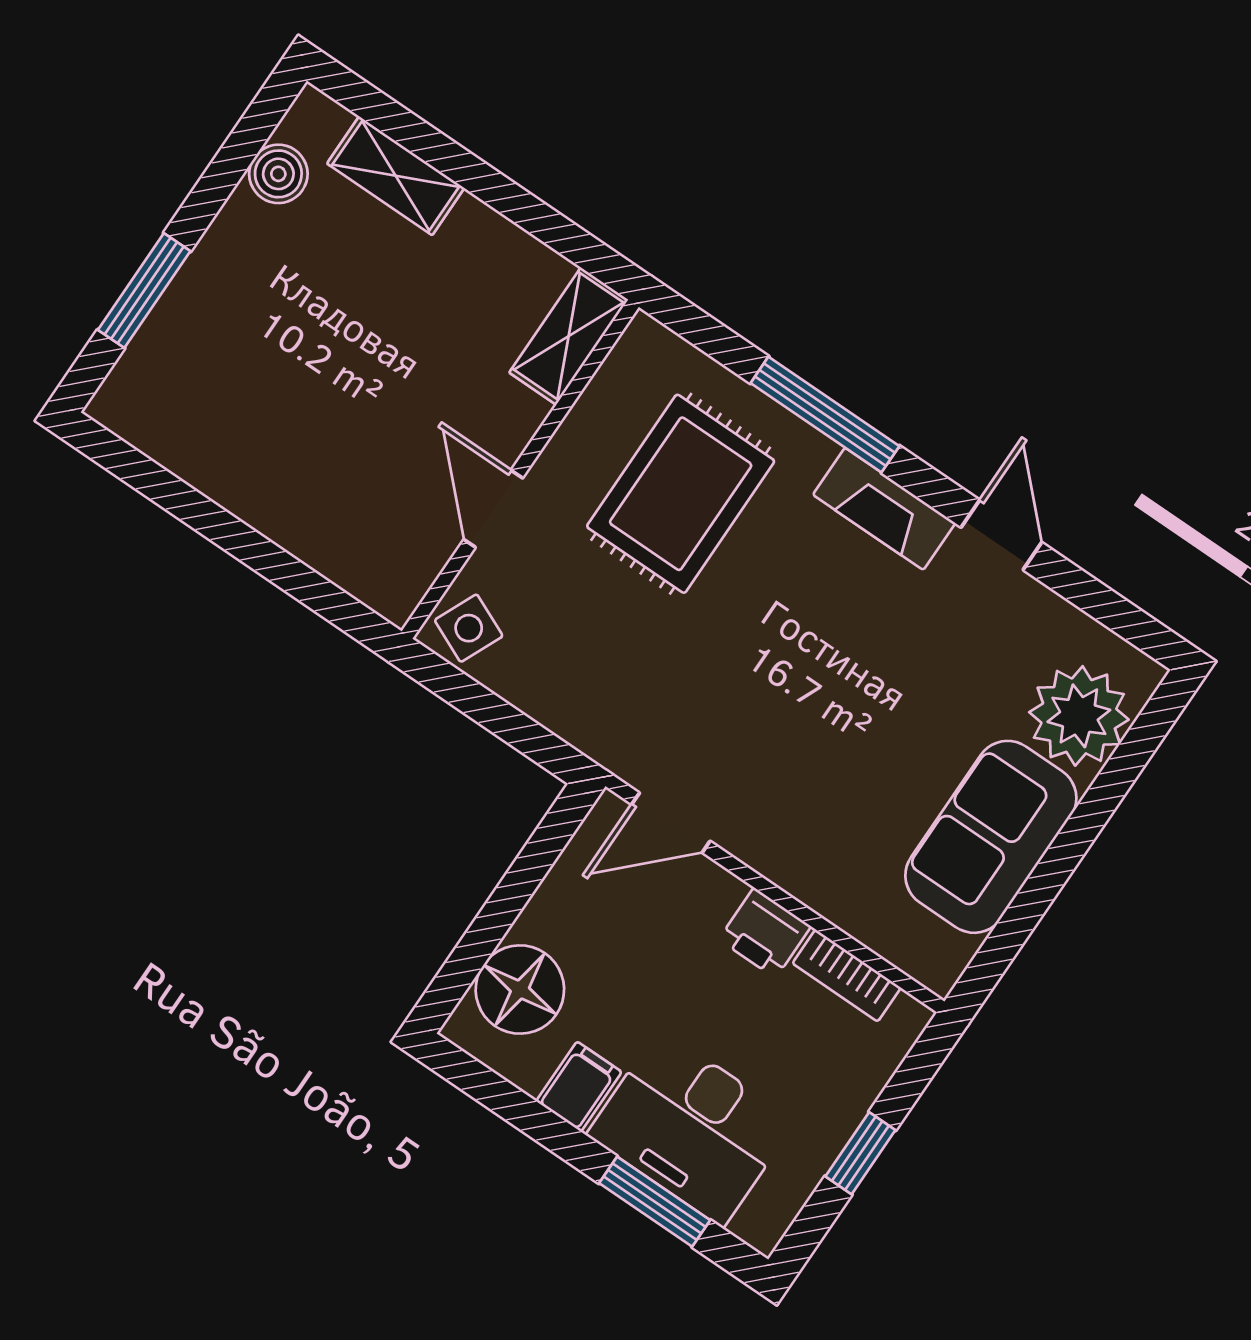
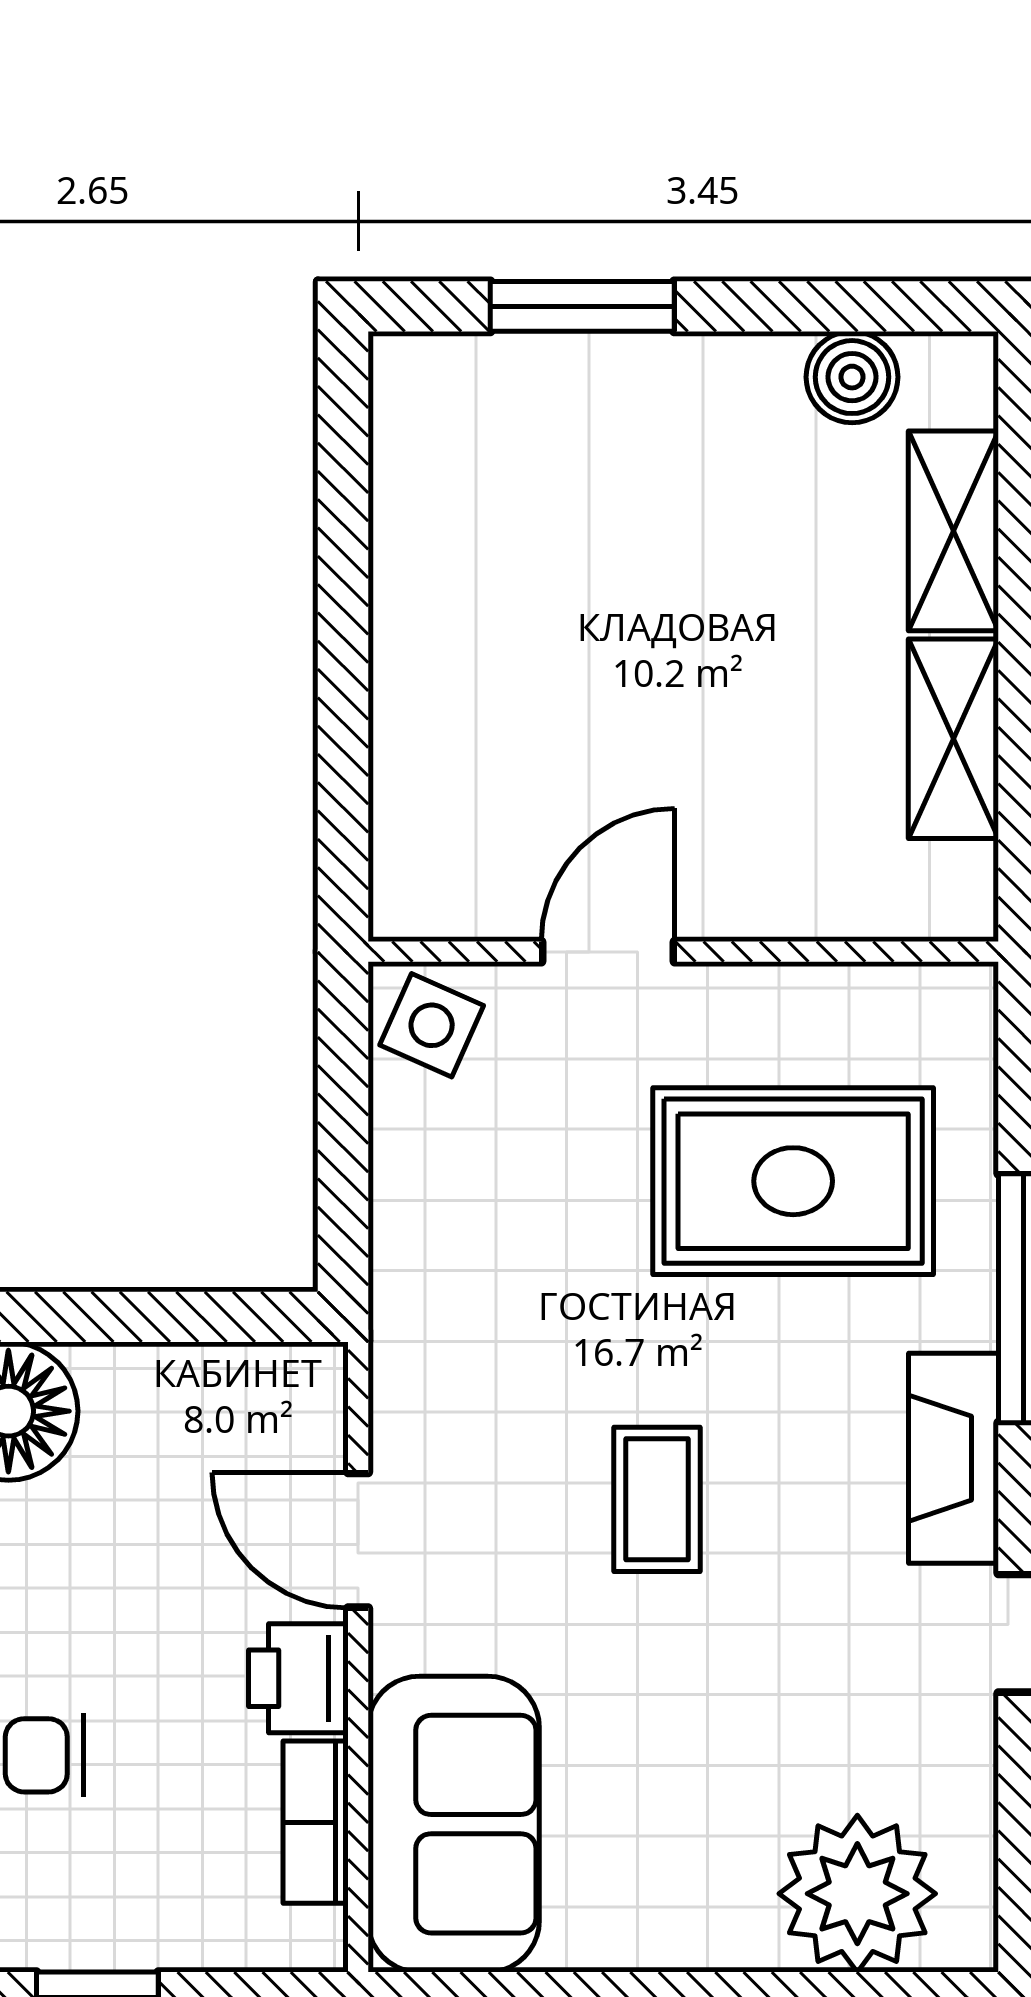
shelving: (569, 336) -> (953, 739), moved, turned 90
coffee table: (799, 680) -> (657, 1499), added
door: (671, 823) -> (358, 1540), moved
sofa: (991, 837) -> (454, 1824), moved, turned 90

